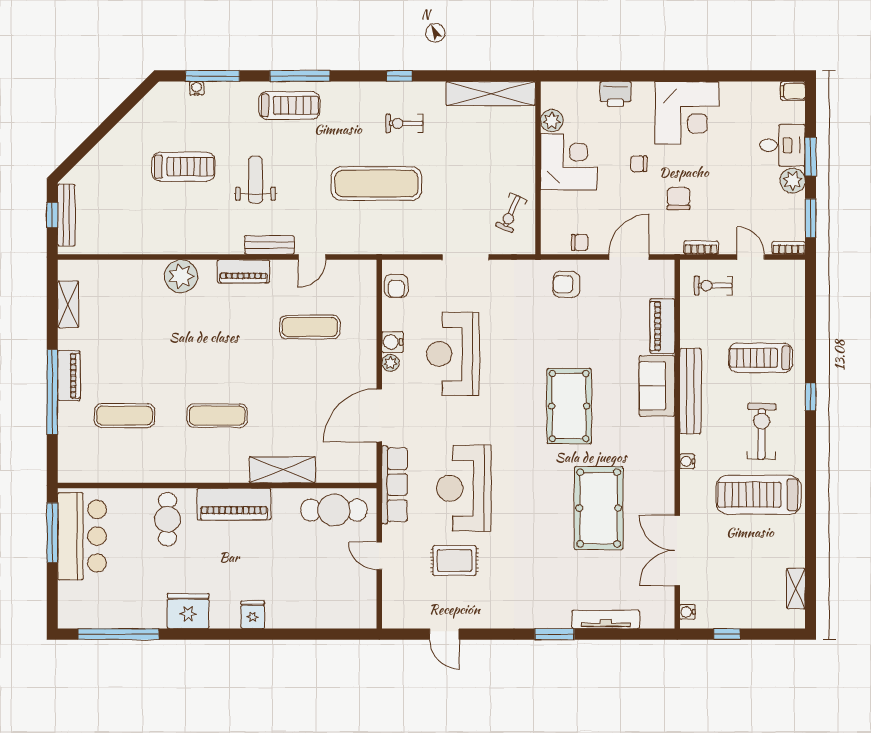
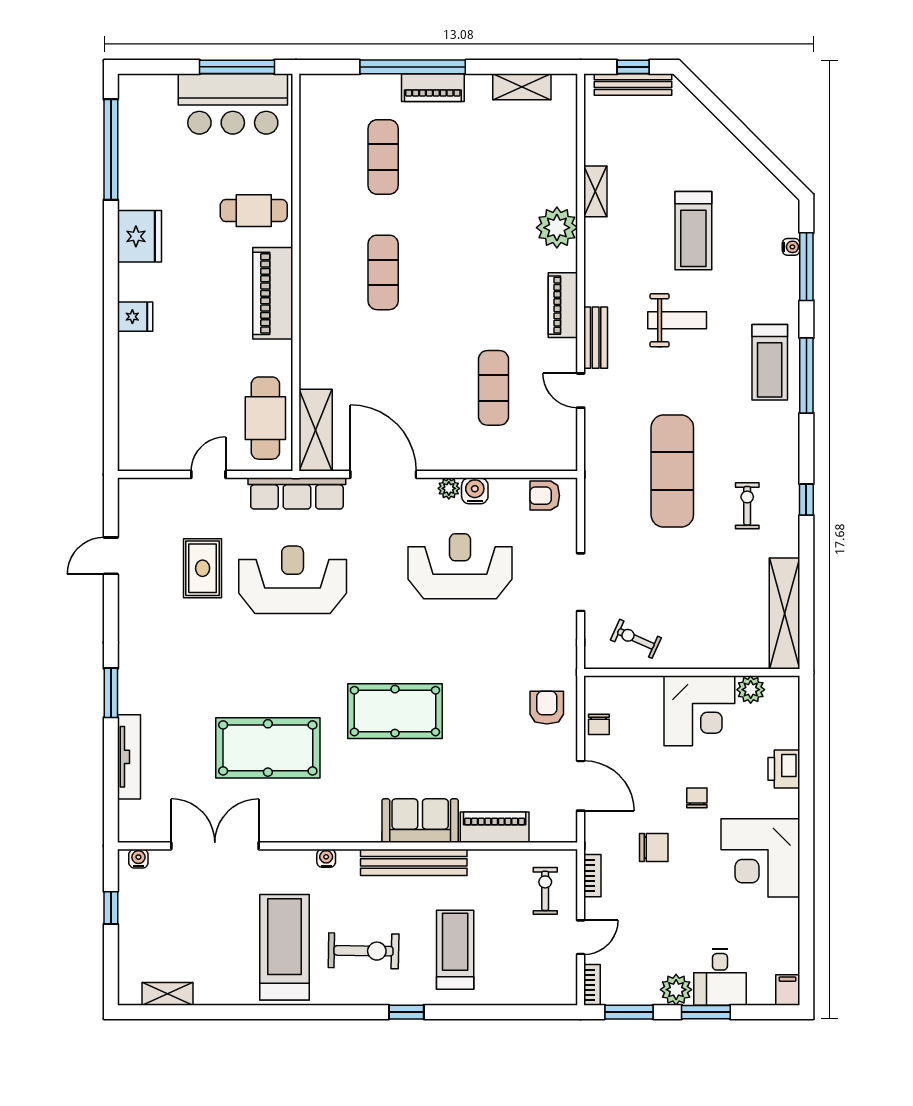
shelving: (152, 245) -> (595, 191), added
shelving: (282, 470) -> (316, 430), moved

